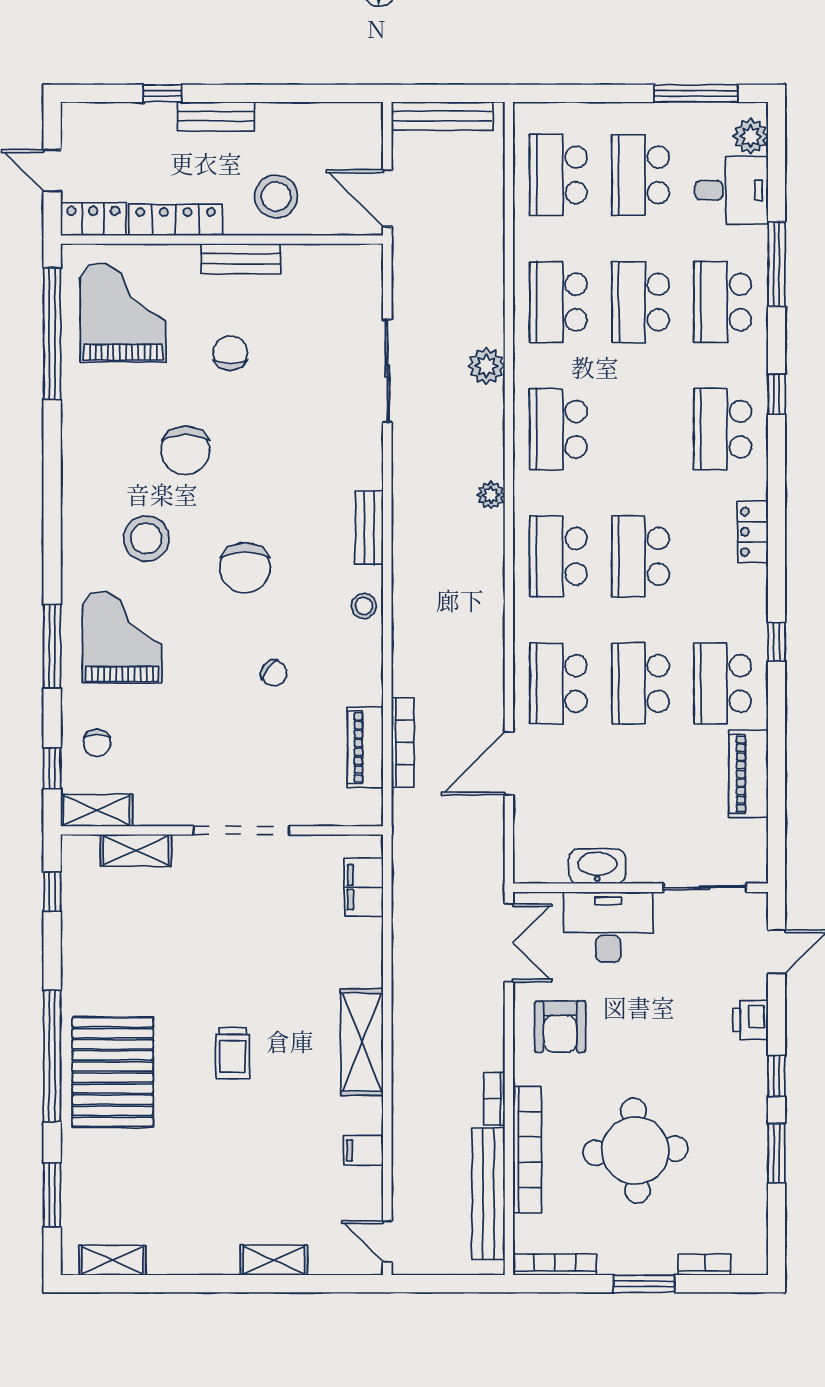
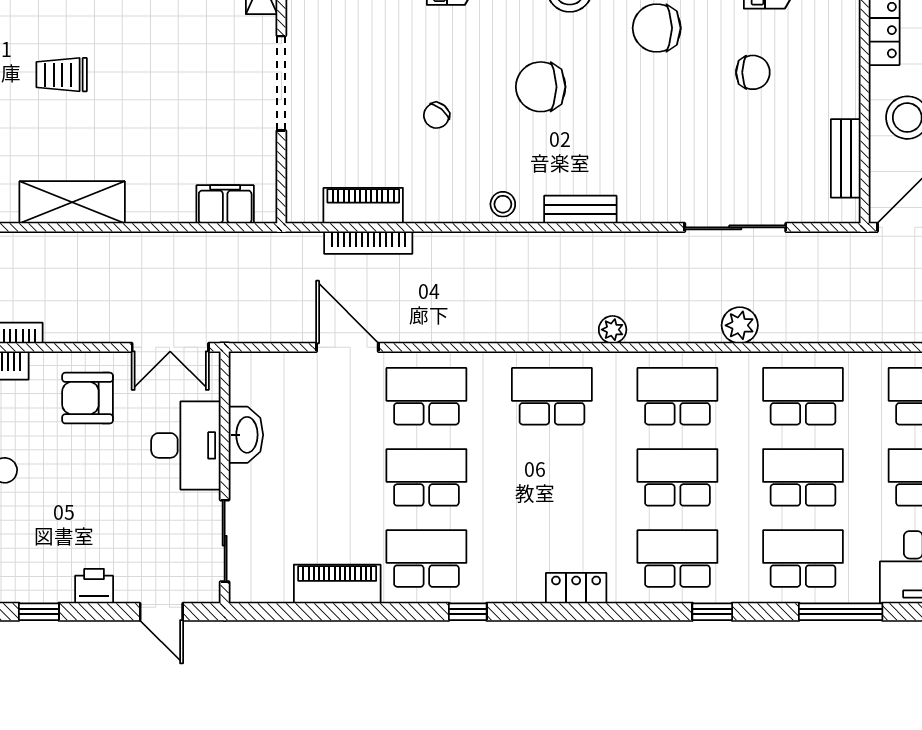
bench: (241, 259) -> (846, 158), moved
school desk: (640, 556) -> (677, 477), moved

